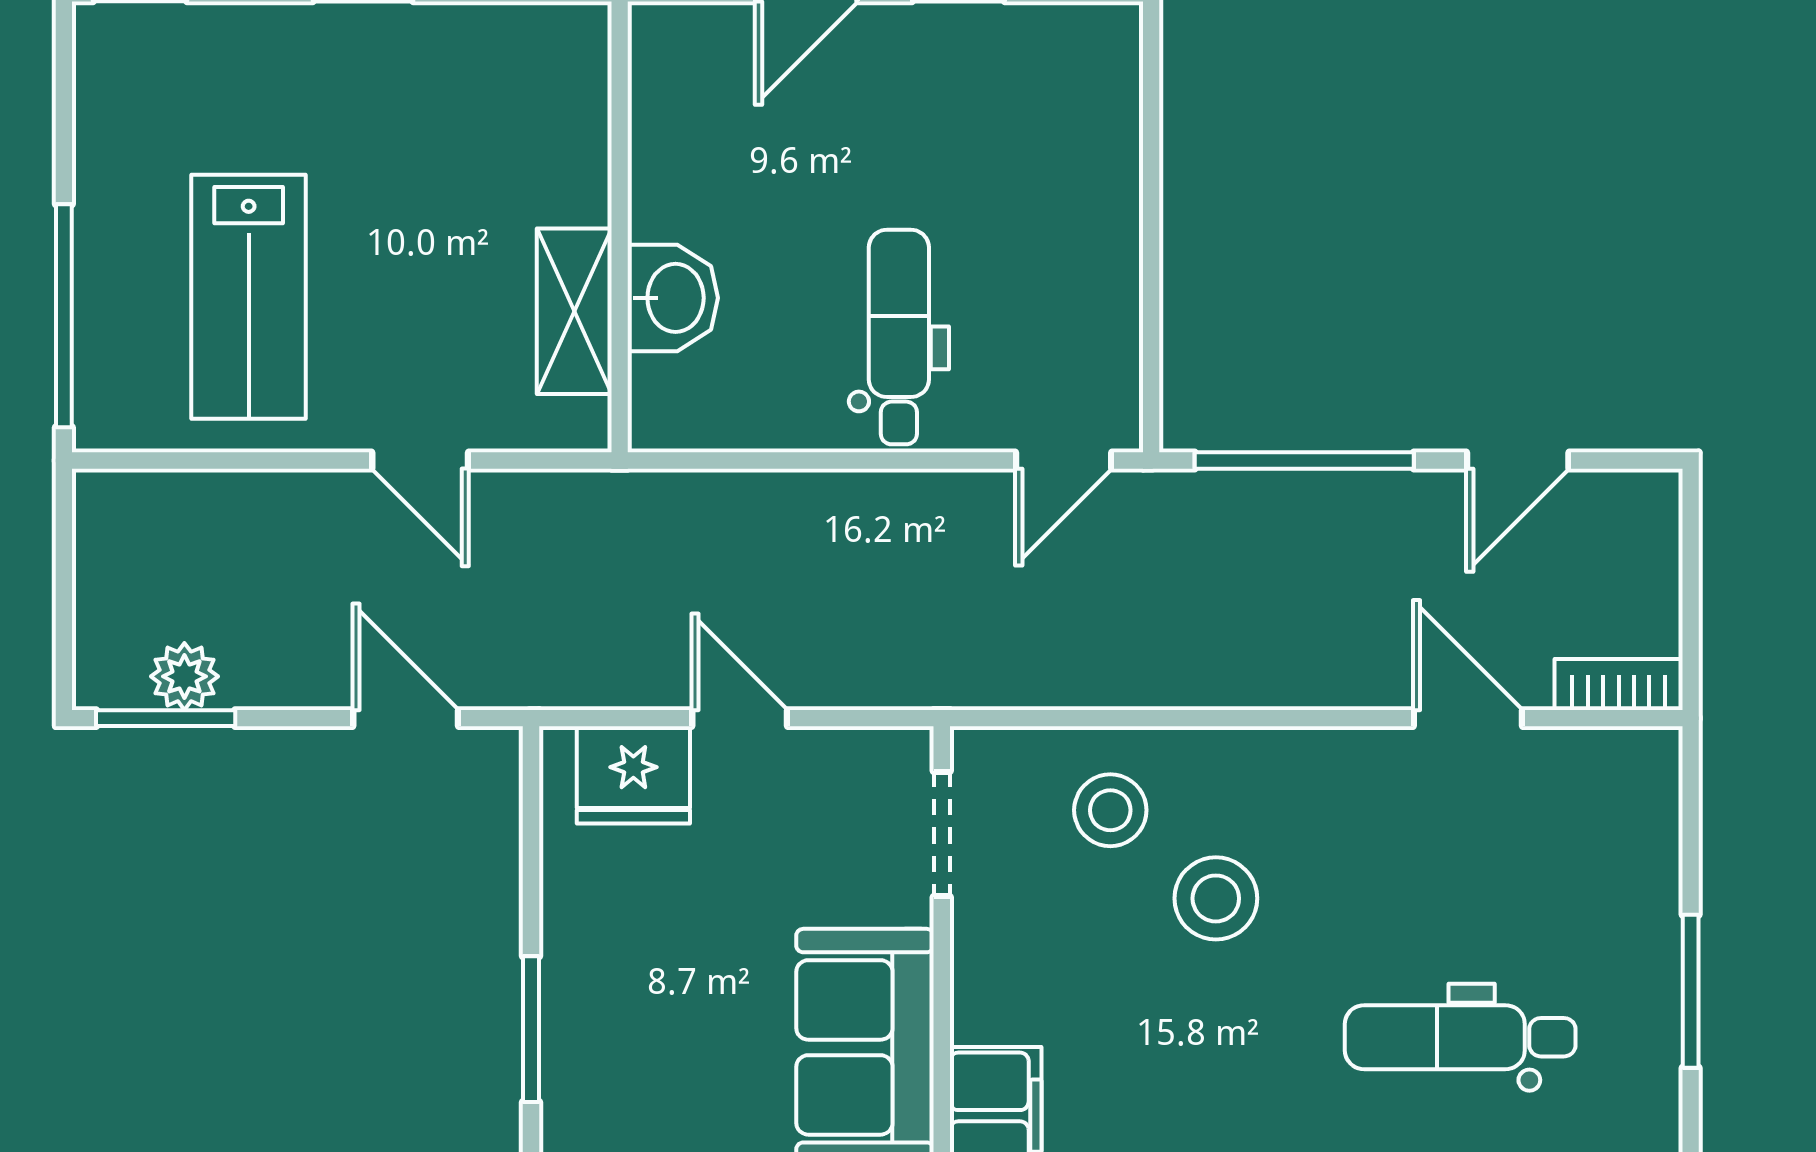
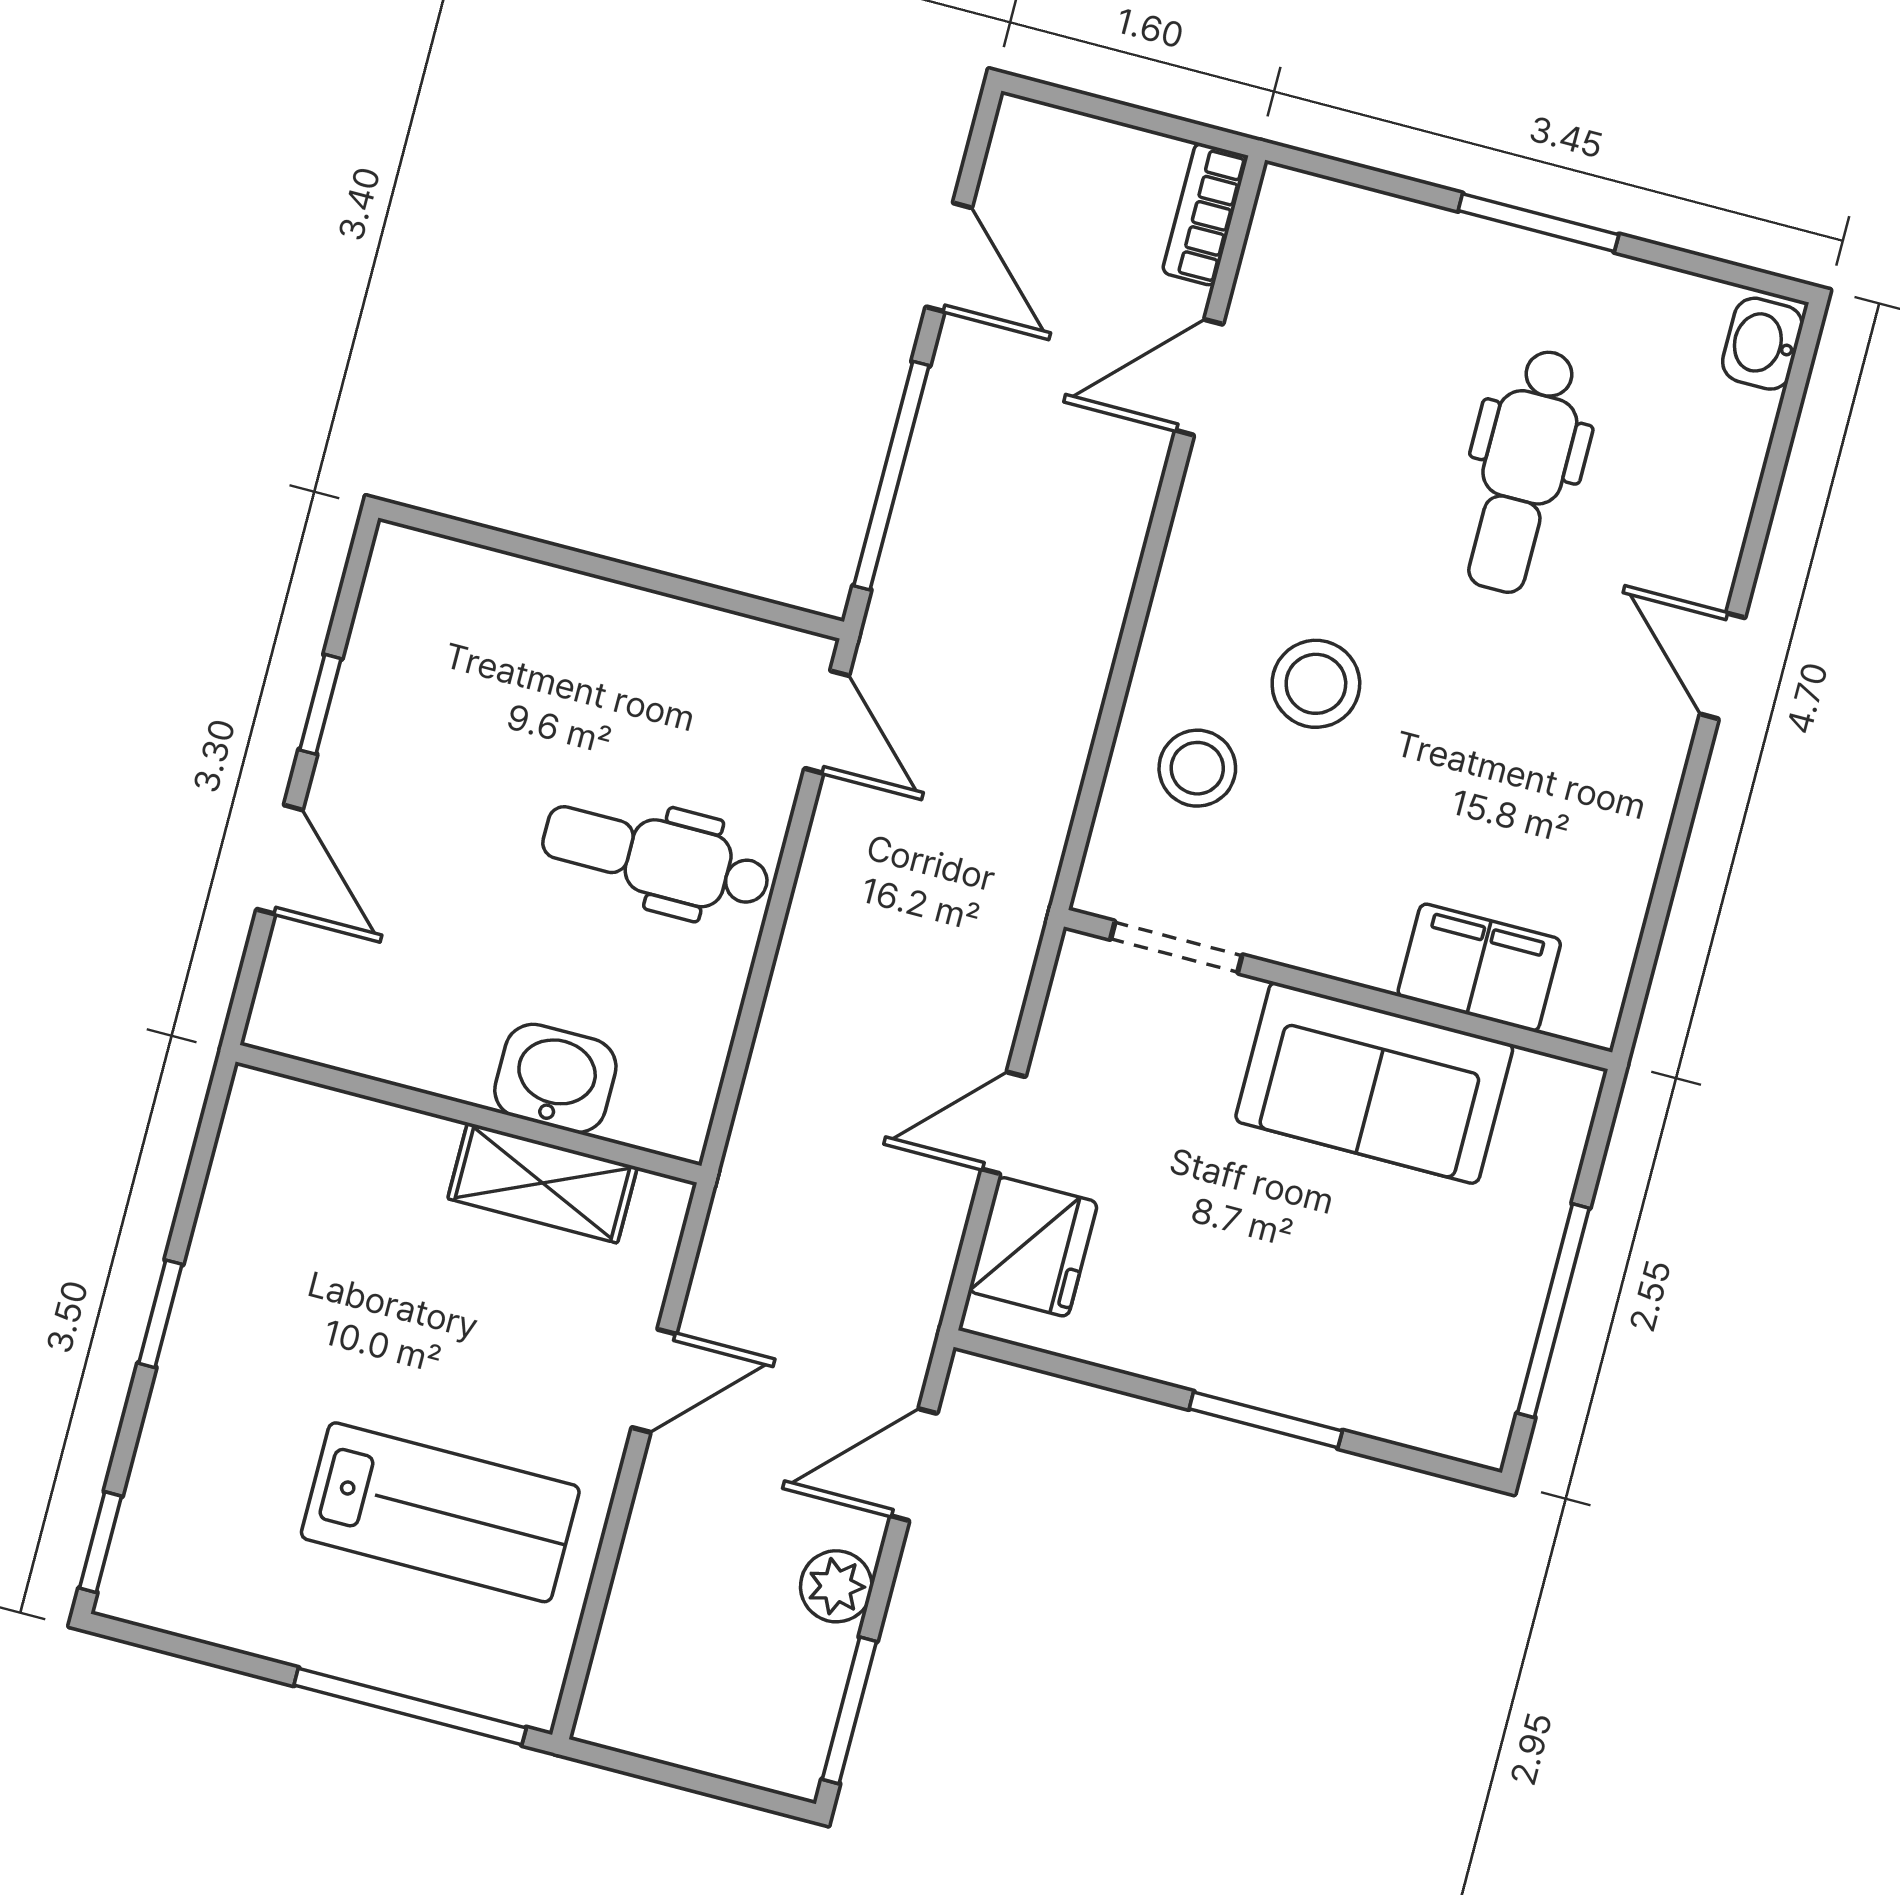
plant: (184, 676) -> (836, 1586), moved

